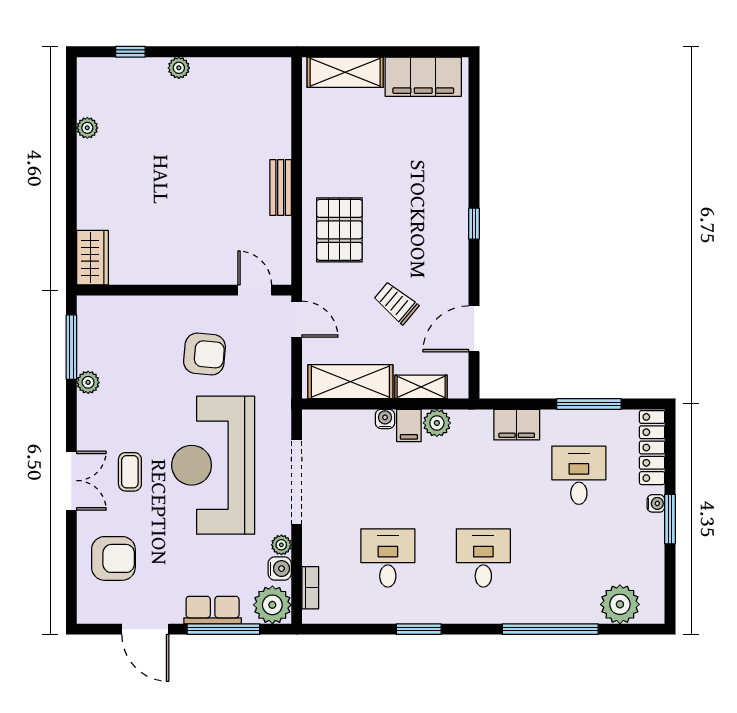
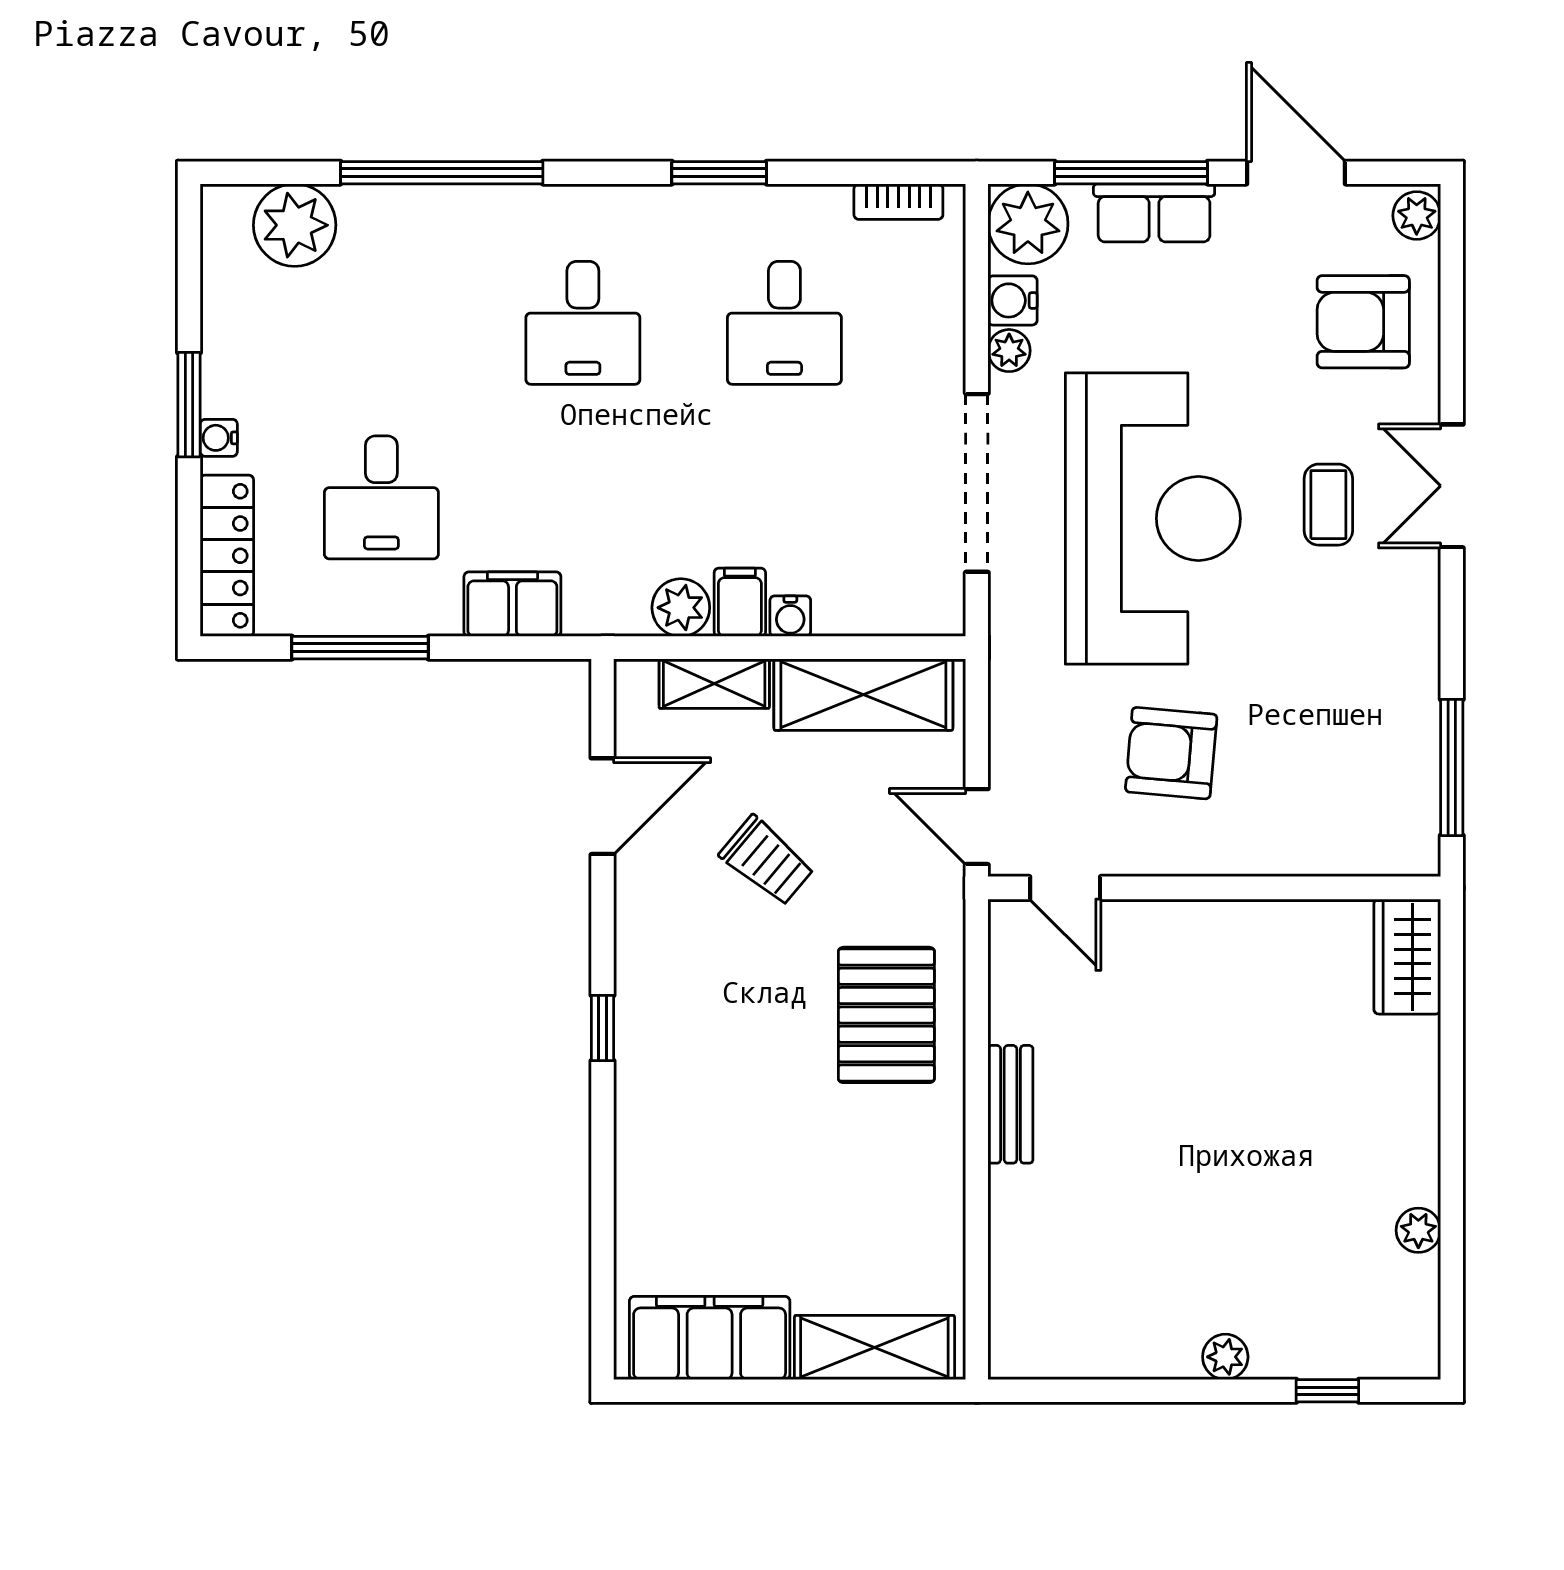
plant: (88, 382) -> (1417, 215), moved
bookcase: (310, 588) -> (898, 202), moved, turned -90

